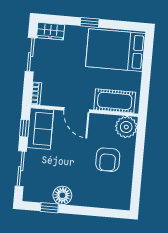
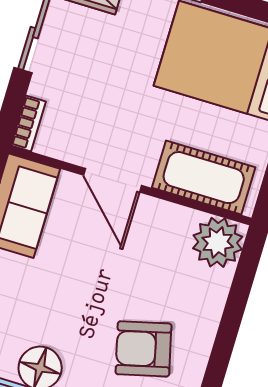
armchair: (108, 160) -> (143, 349), moved, turned 76

